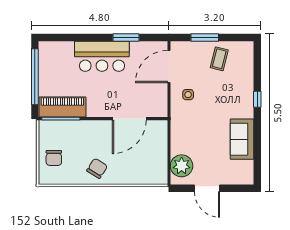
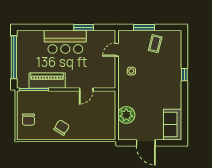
door: (169, 67) -> (117, 50), width x0.53
piano: (62, 107) -> (47, 81), moved
door: (129, 119) -> (86, 89), width x0.53
sofa: (242, 139) -> (173, 125), moved
plant: (182, 166) -> (126, 115), moved

